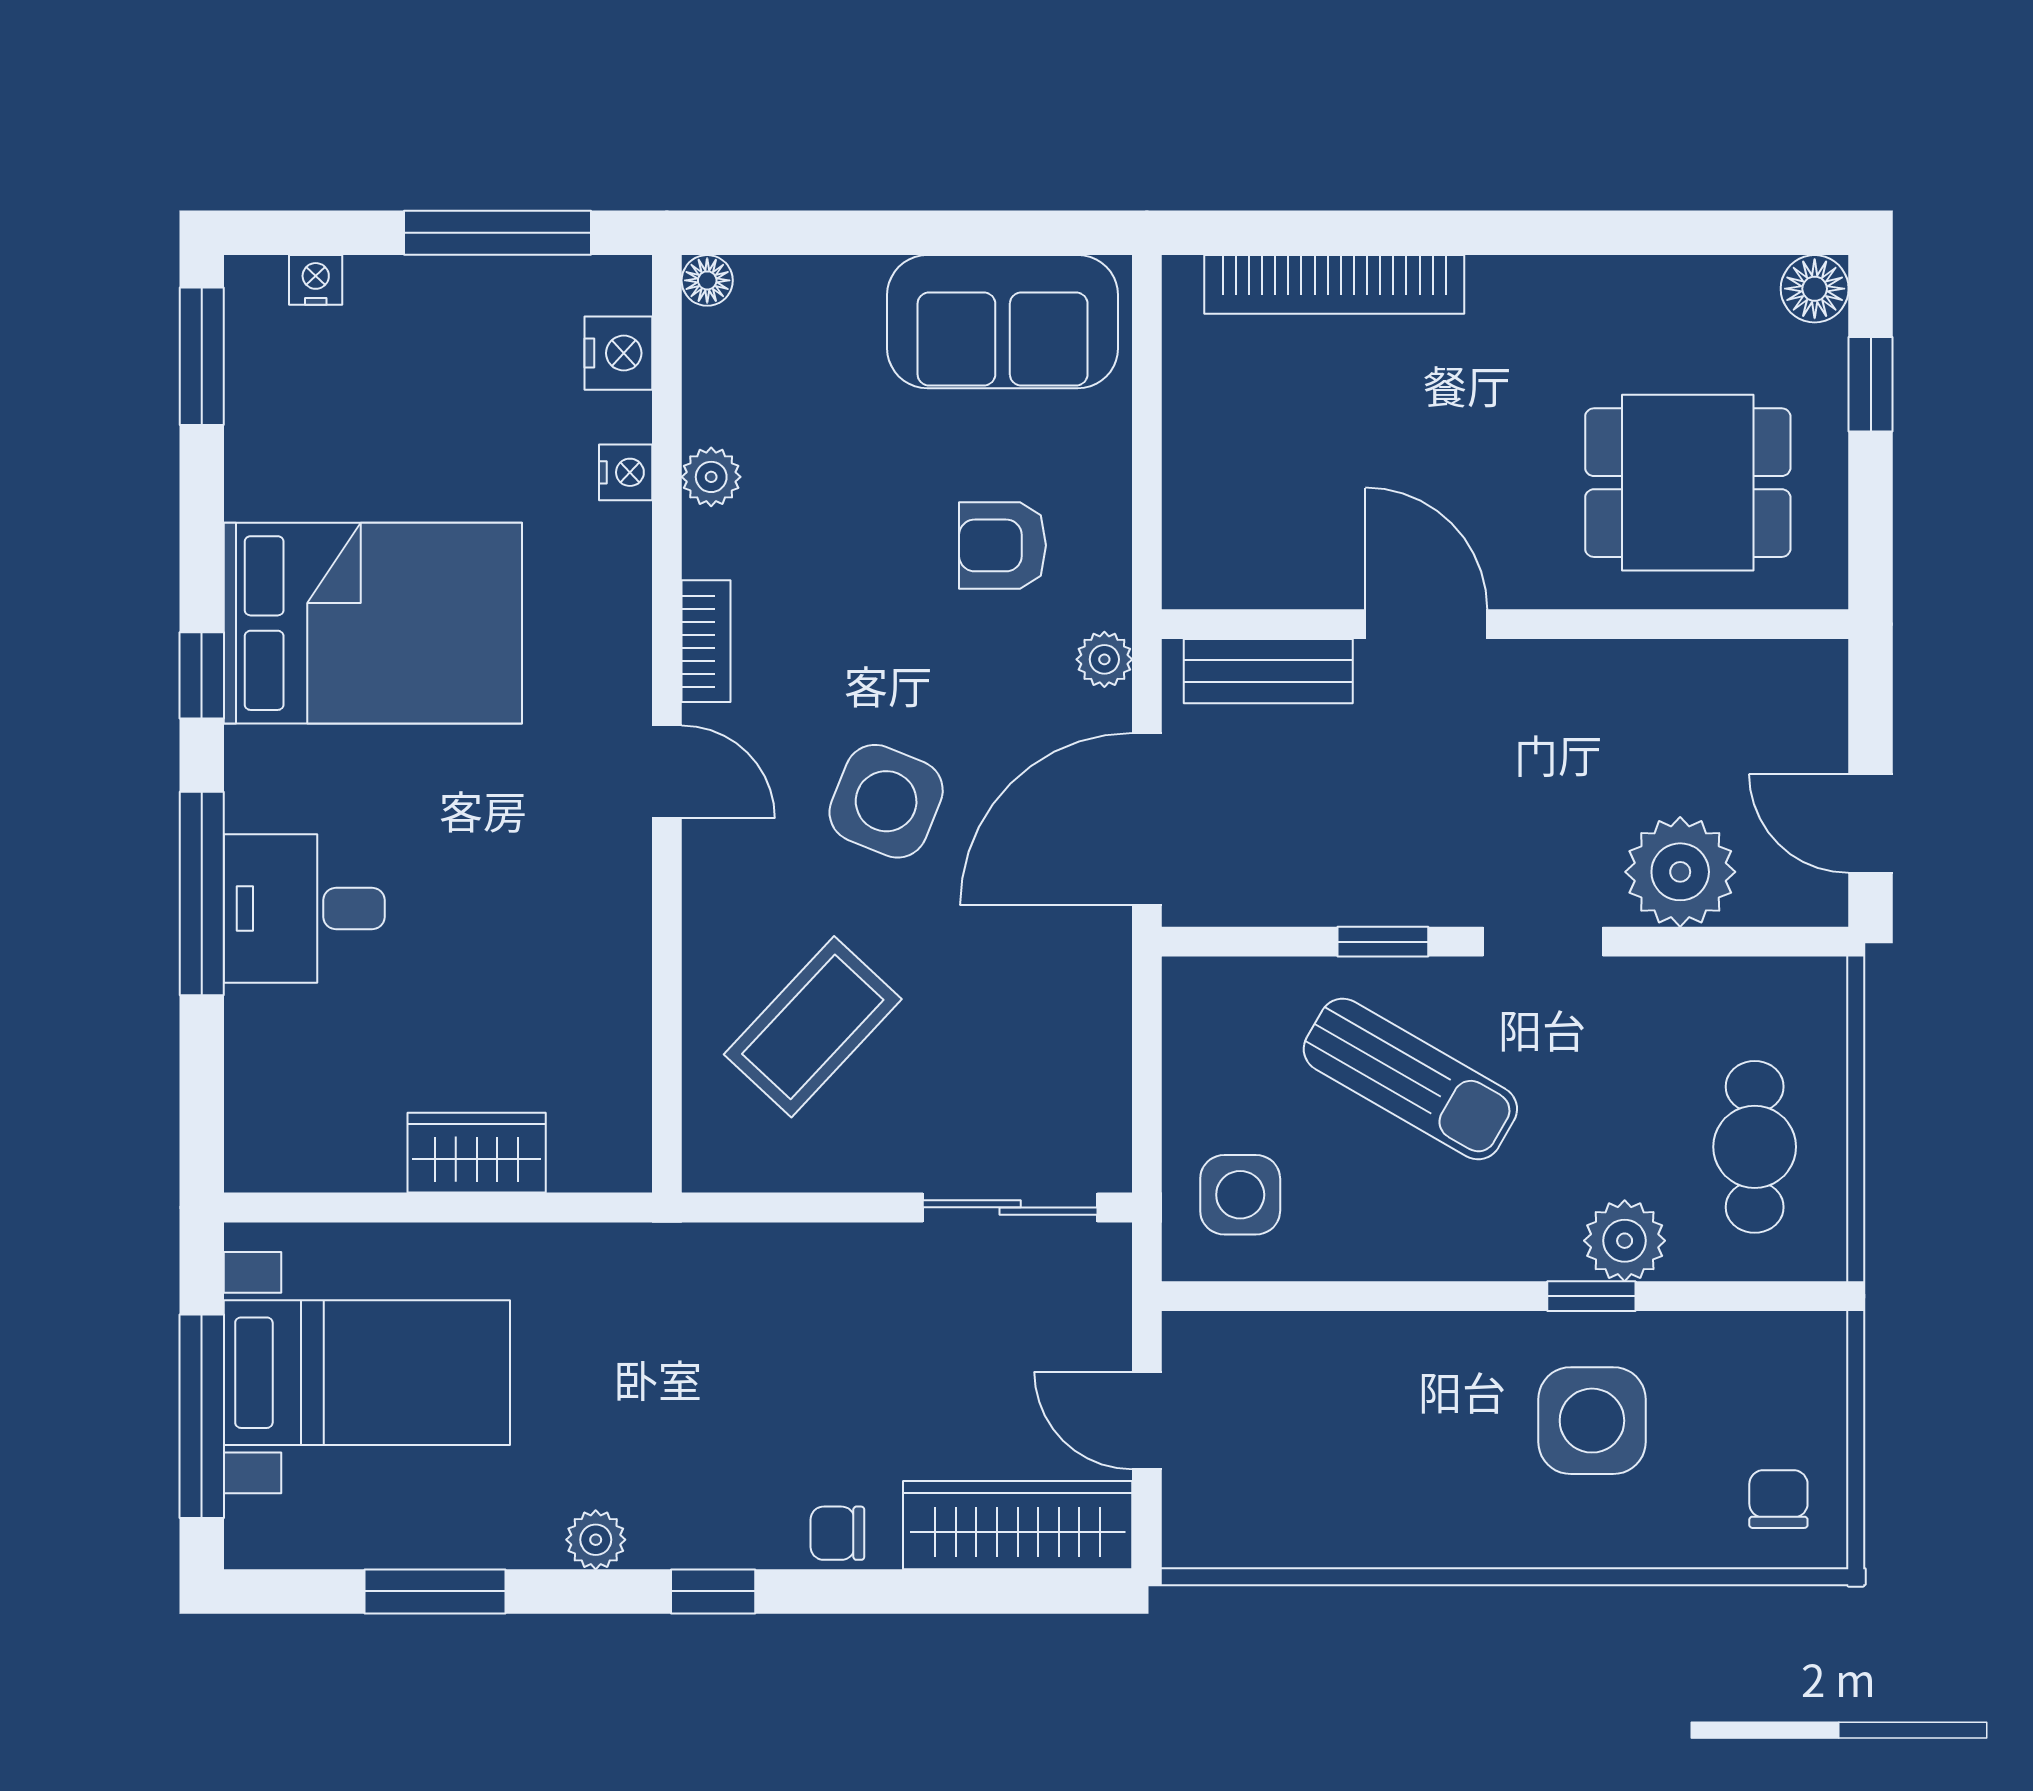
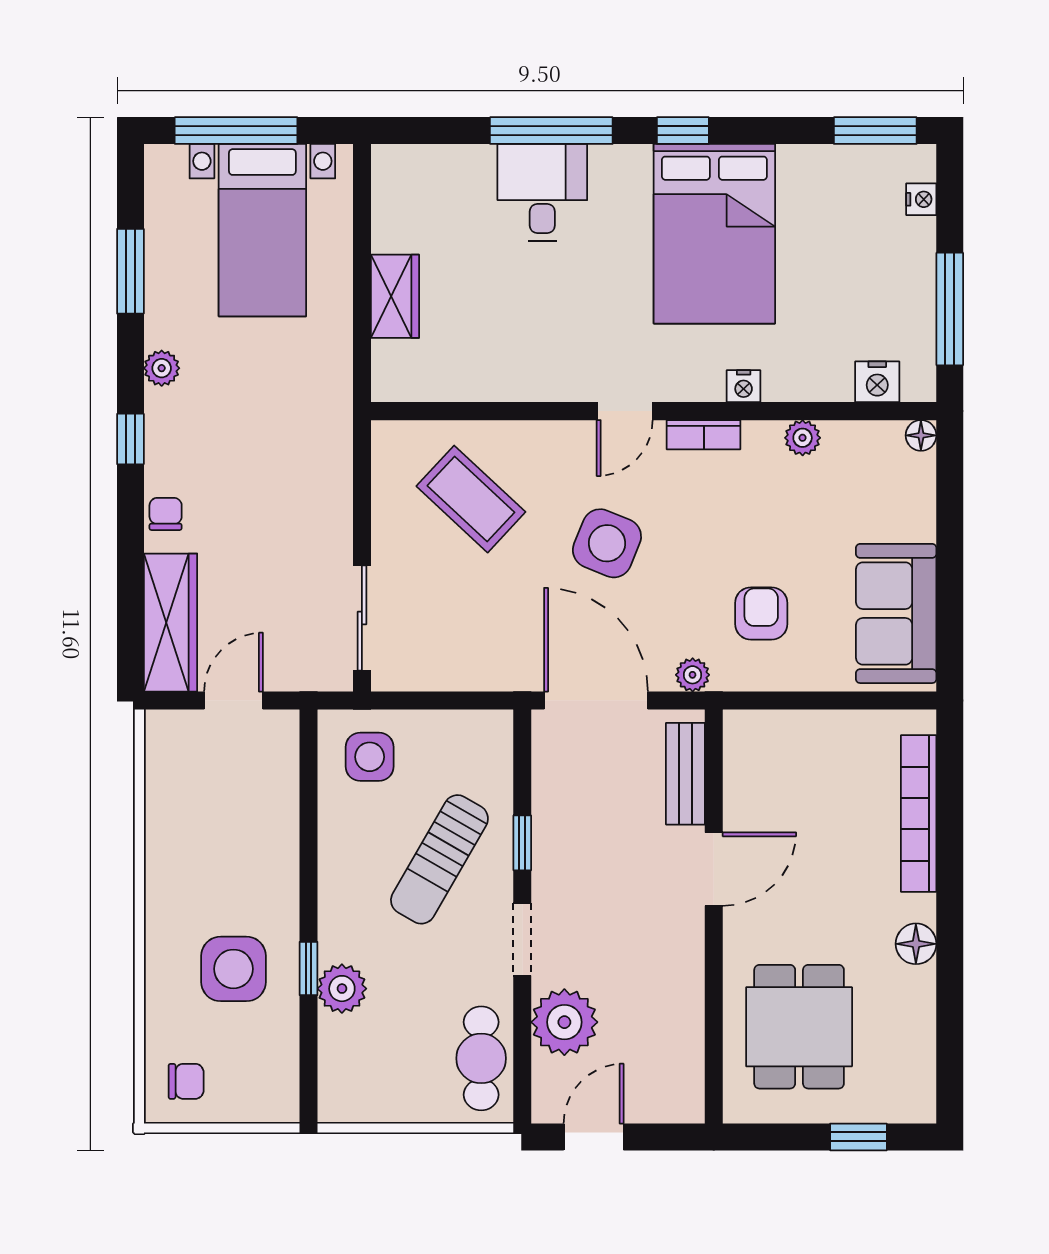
floor lamp: (1815, 289) -> (916, 944), moved
nightstand: (626, 472) -> (744, 386), moved
cafe table: (1755, 1147) -> (481, 1058), moved, turned 90

